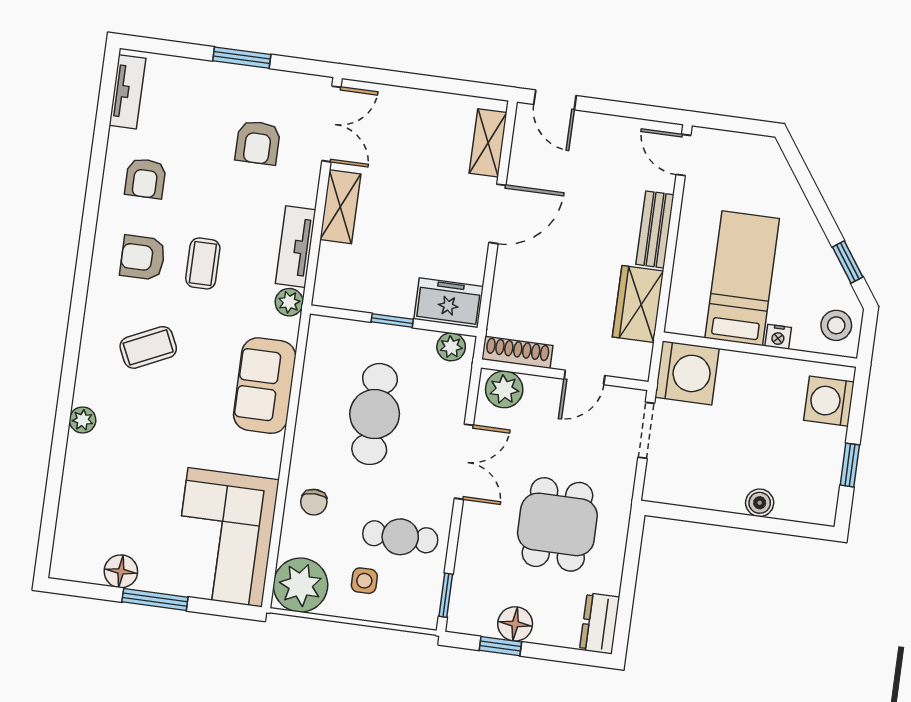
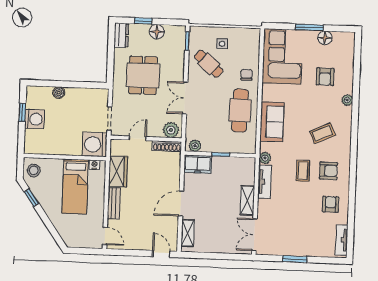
armchair: (258, 143) -> (325, 77), moved, turned 180
nightstand: (778, 337) -> (94, 165), moved
washing machine: (829, 401) -> (34, 119), moved
cafe table: (375, 414) -> (240, 110), moved
cafe table: (400, 537) -> (209, 64), turned 41
plant: (300, 585) -> (249, 39), removed
window: (500, 646) -> (143, 21), moved

